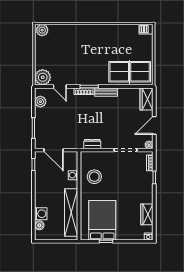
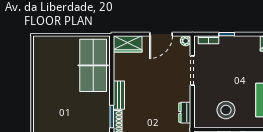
barbecue: (146, 29) -> (39, 44), removed
door: (154, 125) -> (161, 34), hinge flipped

